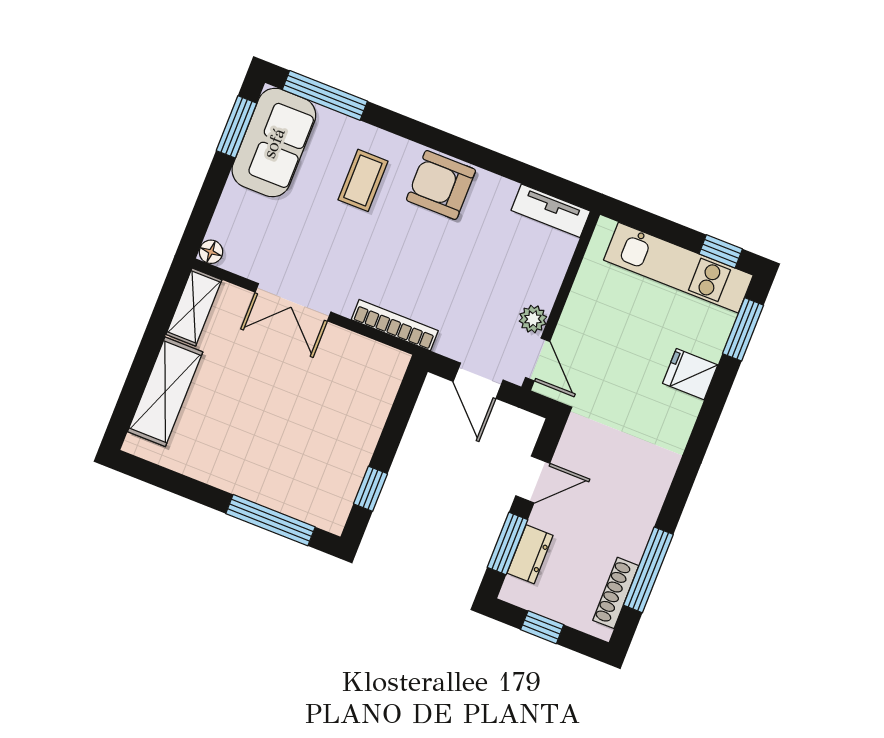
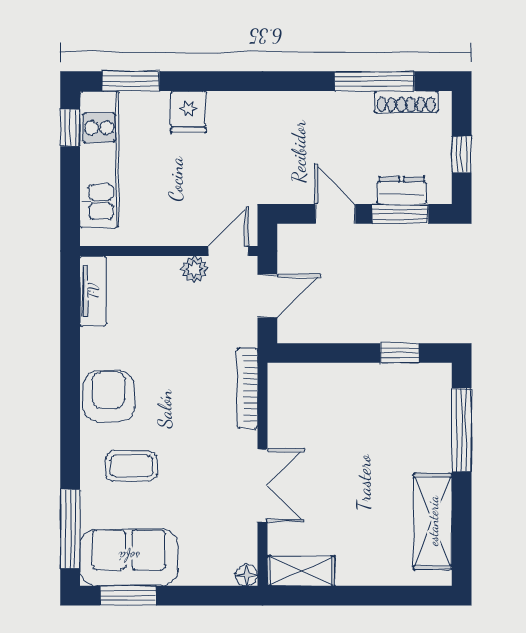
armchair: (441, 185) -> (109, 396), turned 180
shelving: (165, 392) -> (433, 521), moved, turned 90

